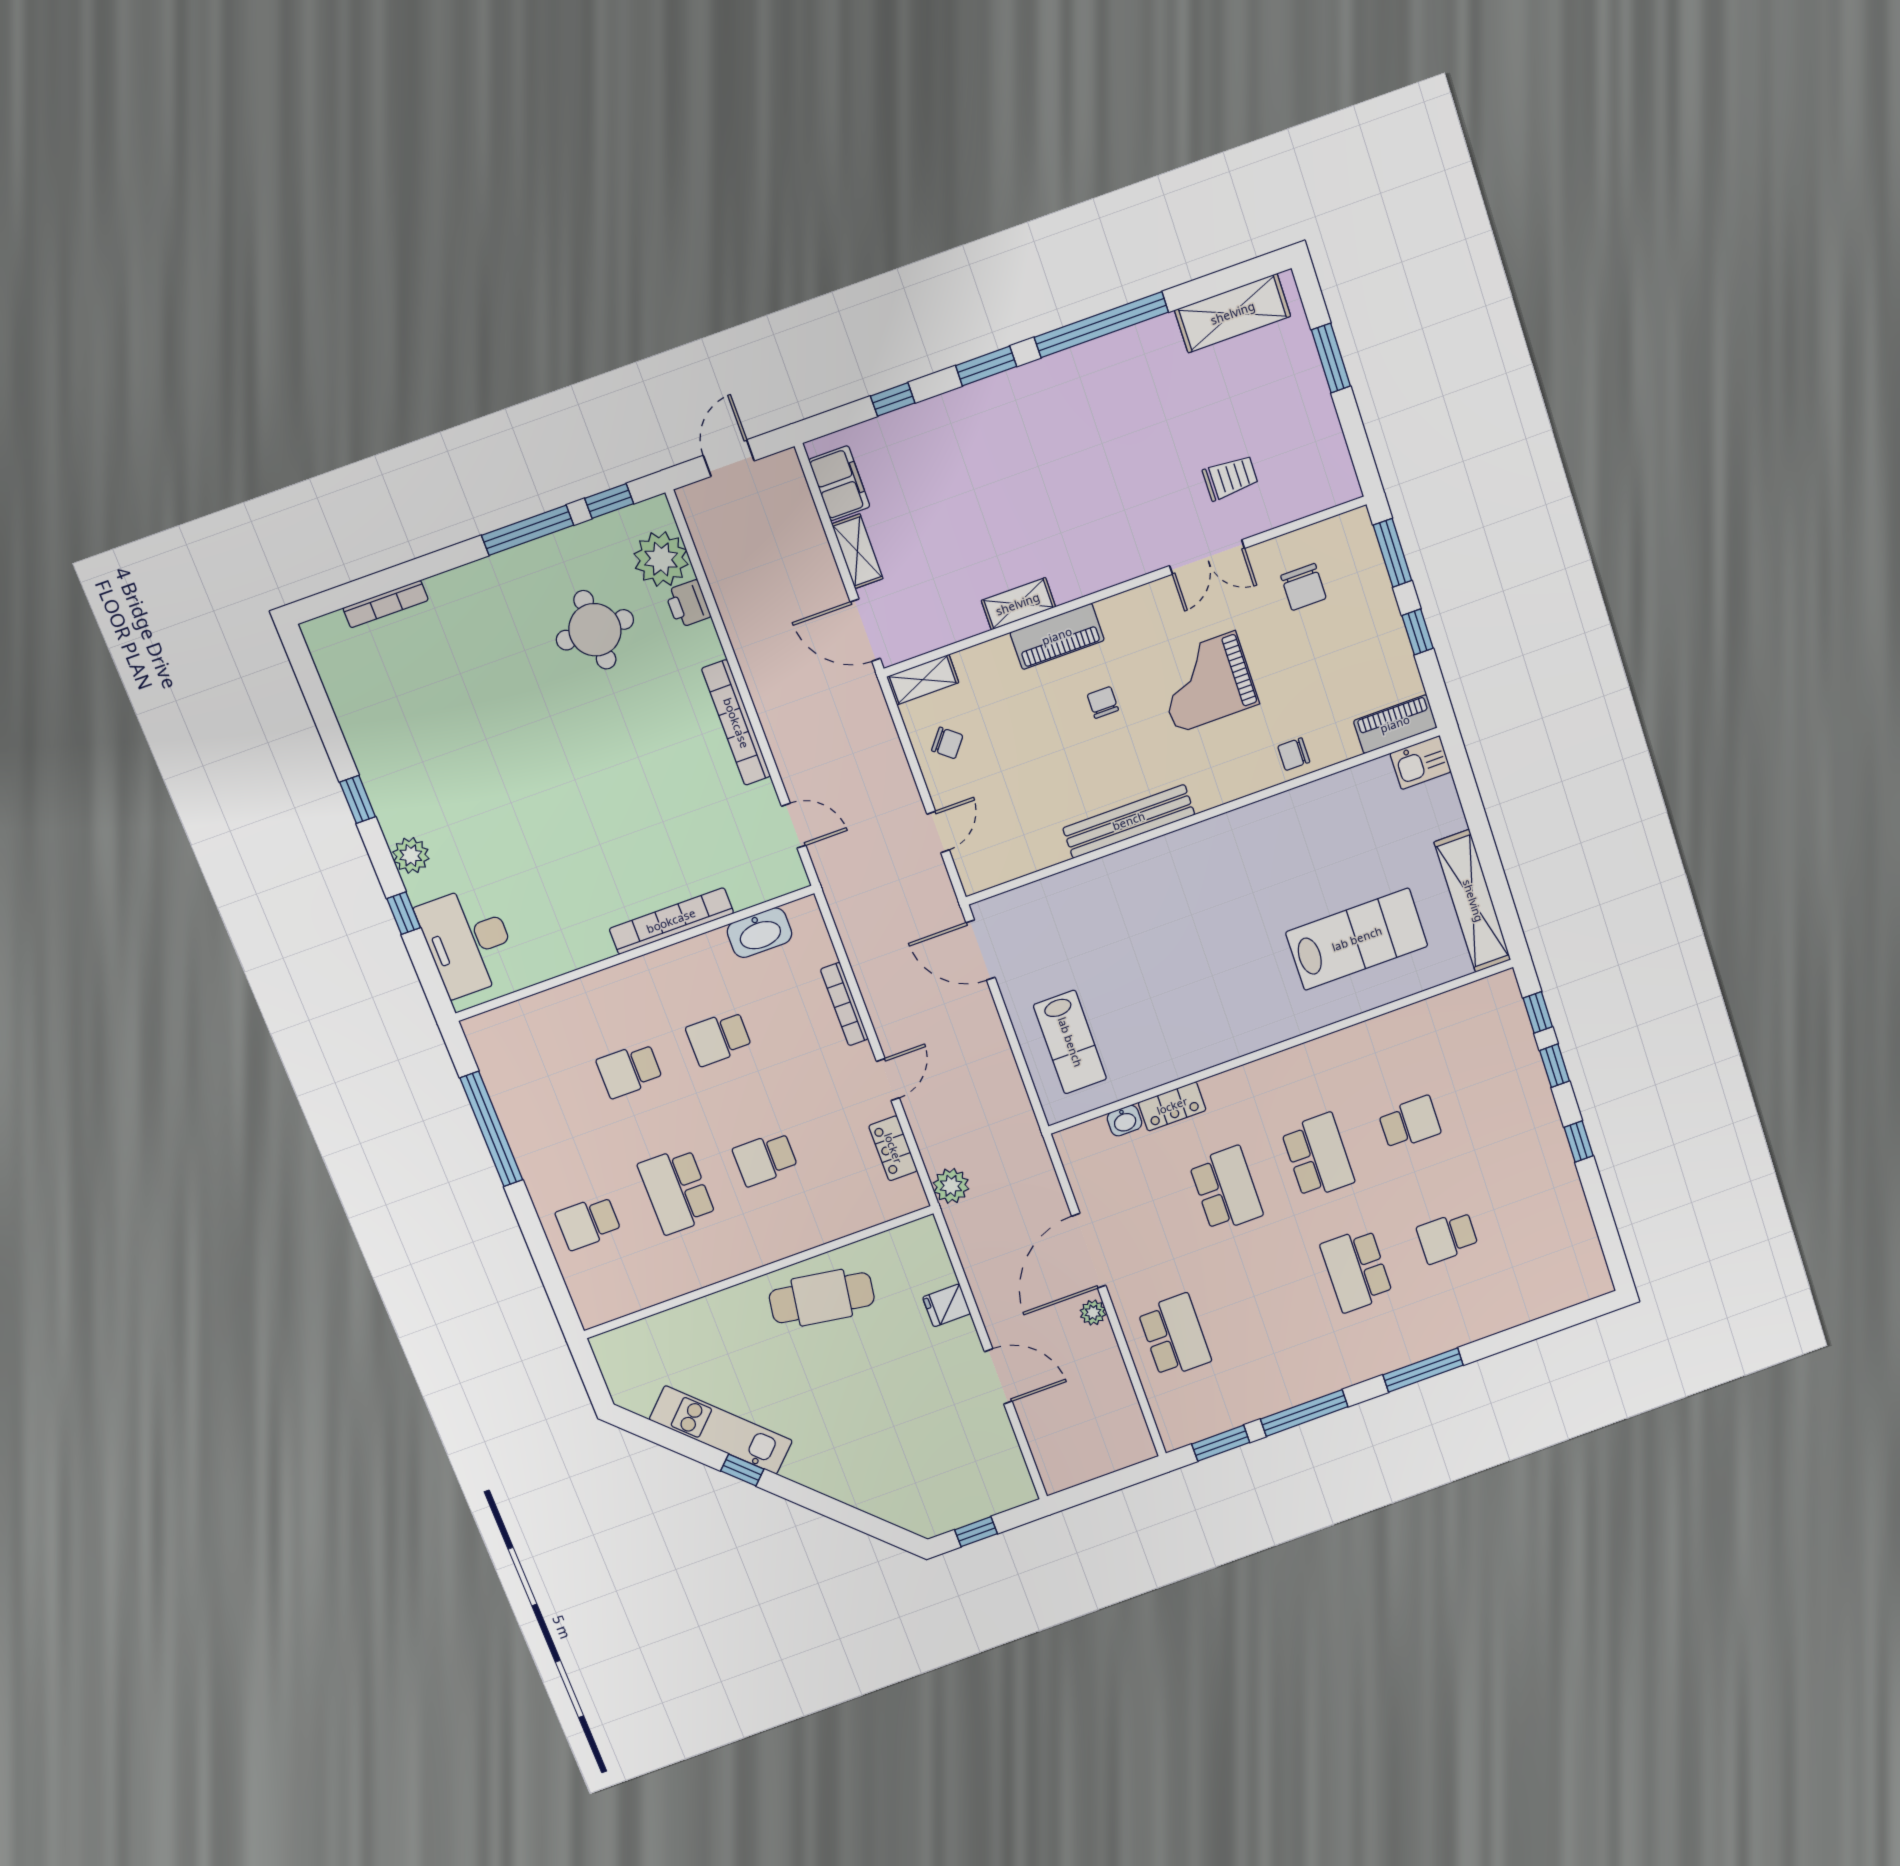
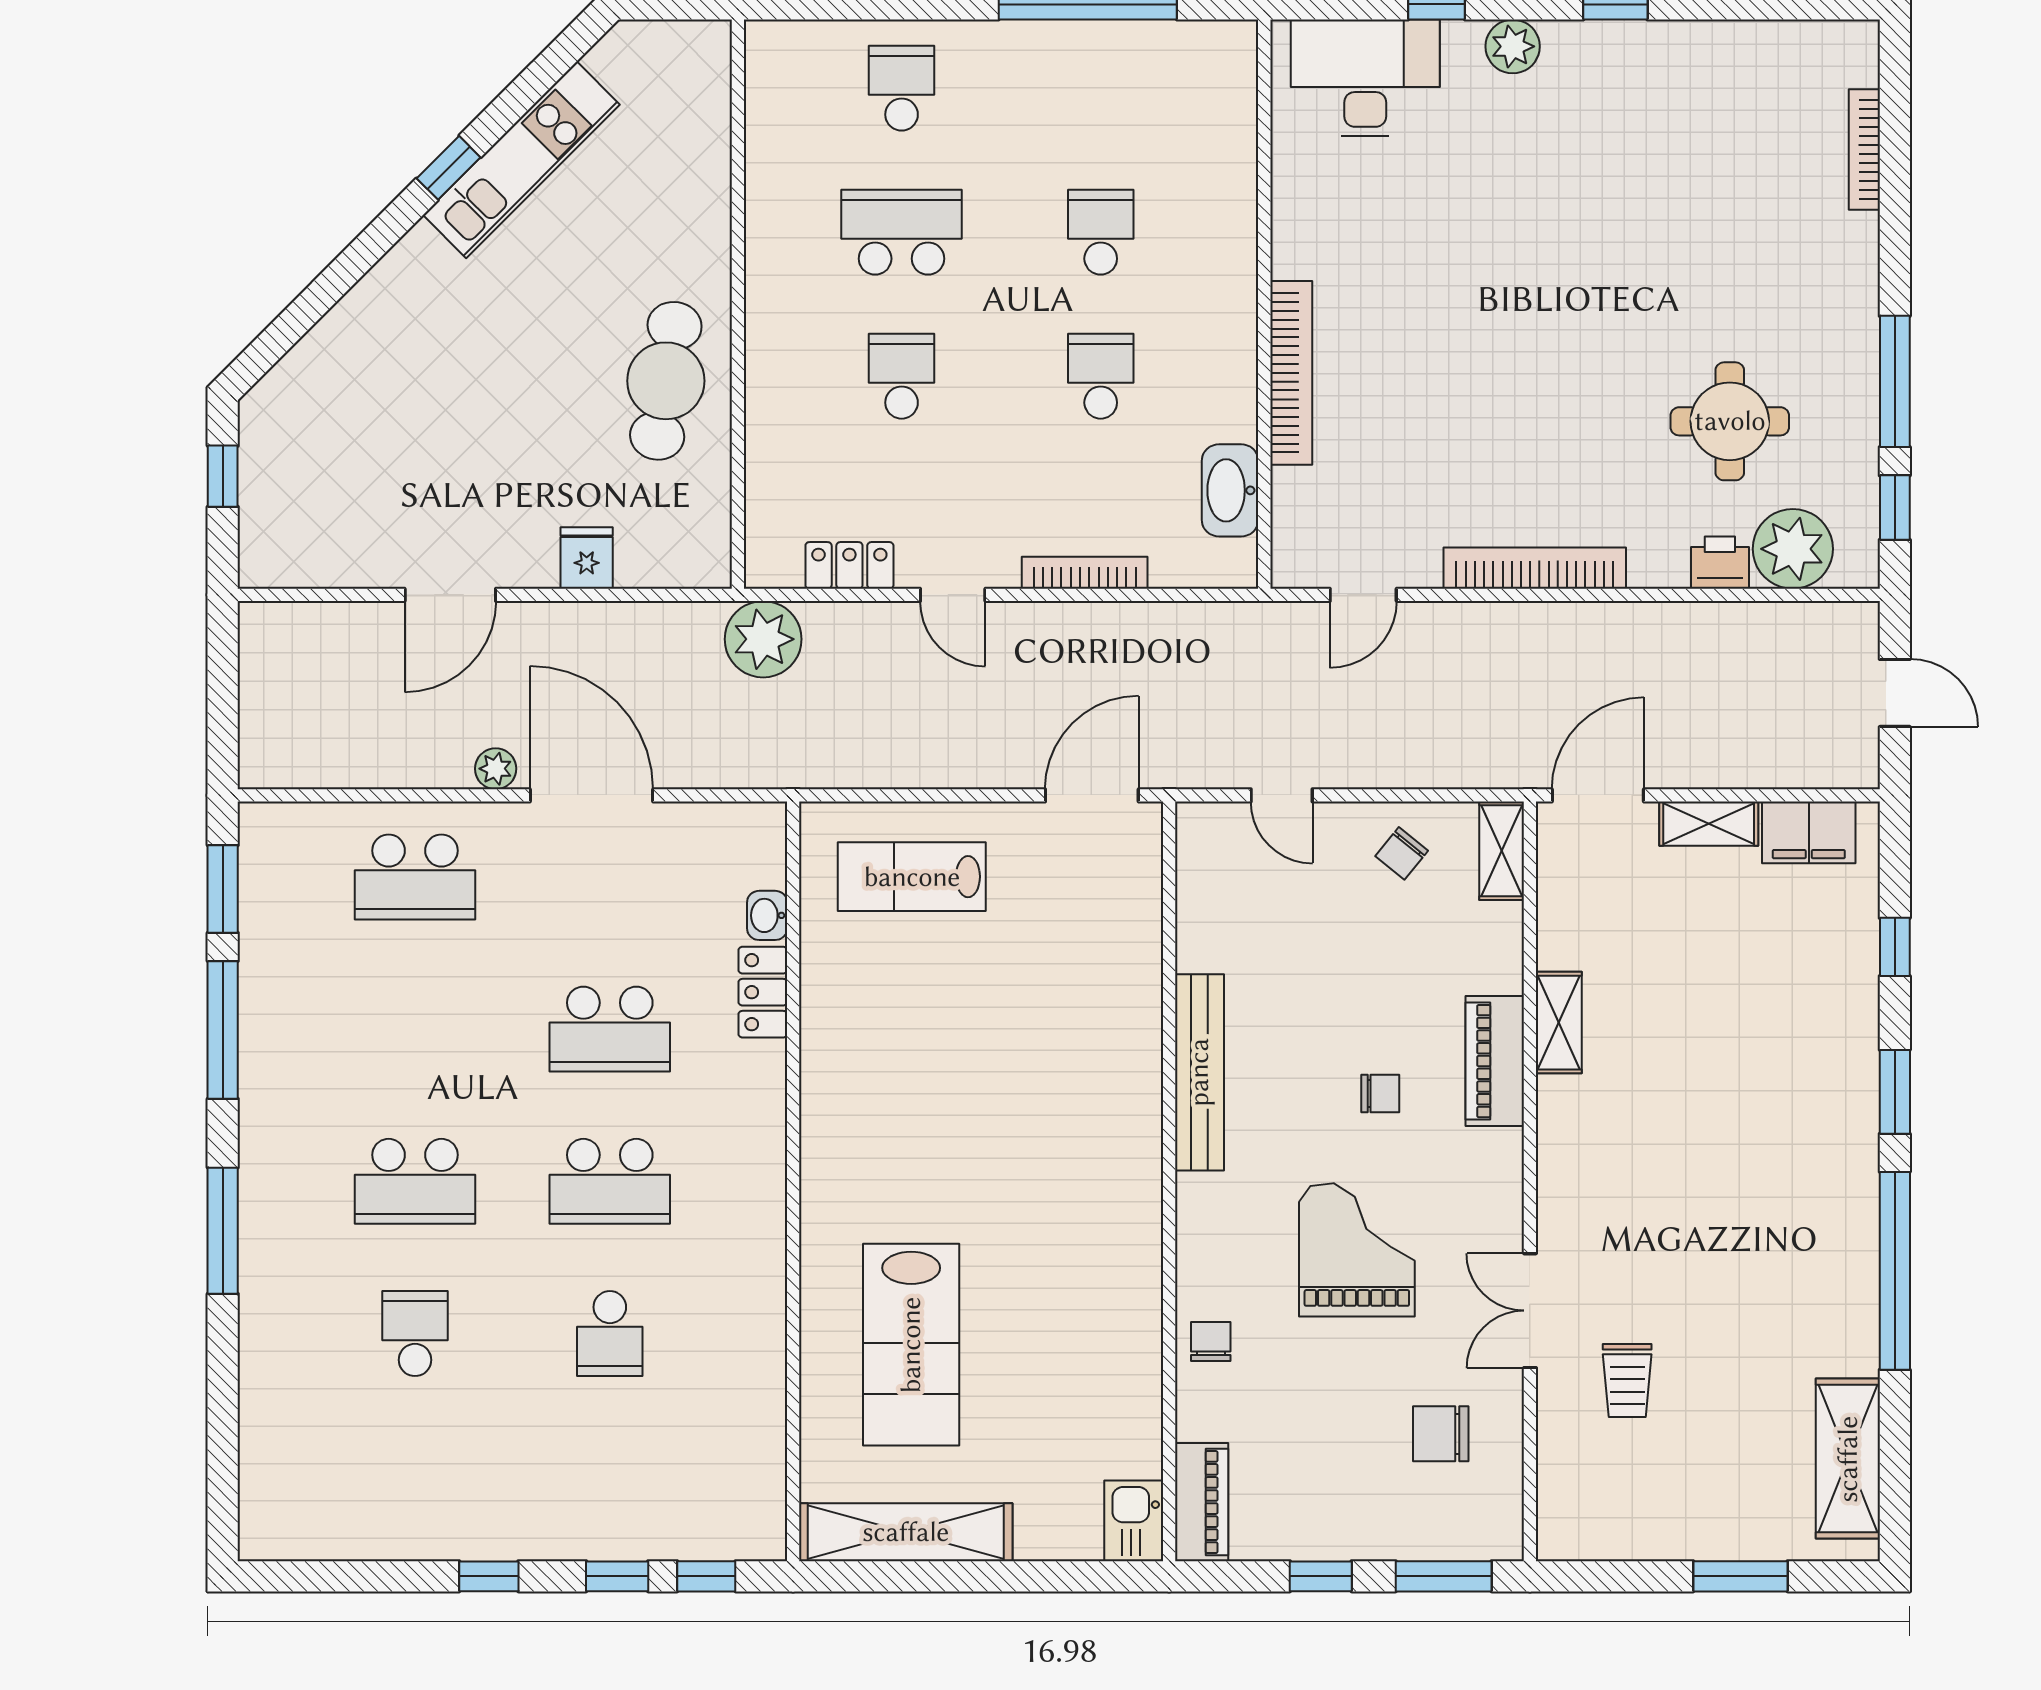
plant: (951, 1186) -> (763, 639), width x1.36, depth x1.36
school desk: (1356, 1270) -> (415, 1181), turned 180

